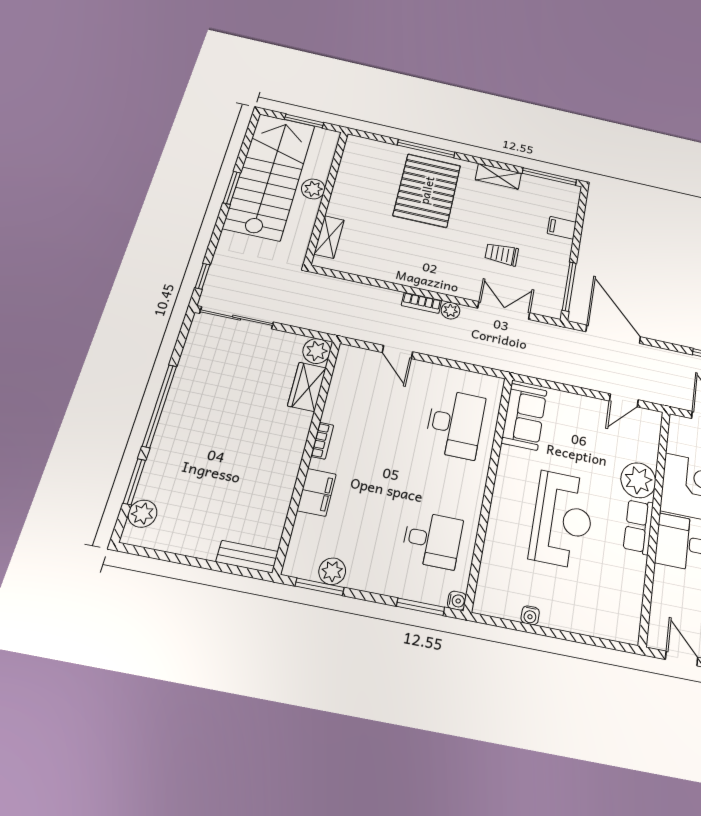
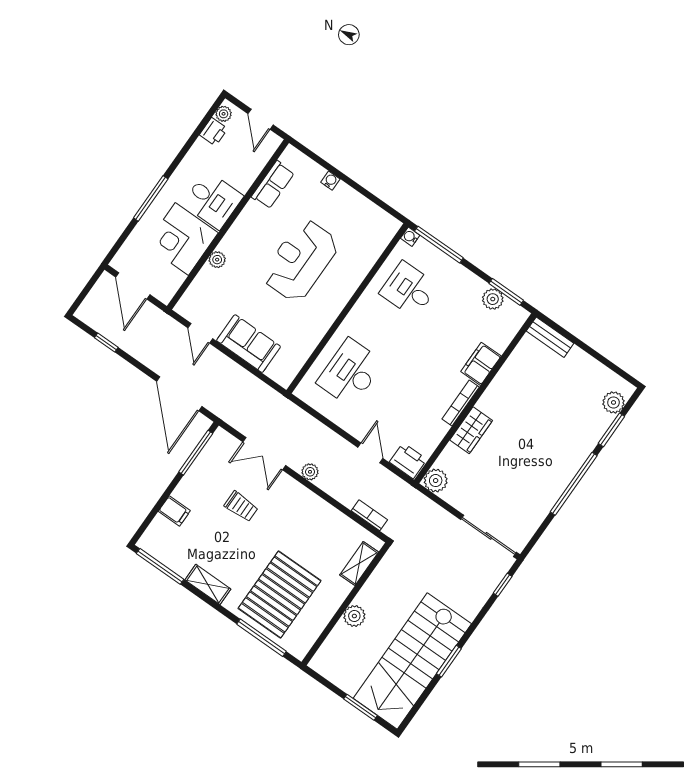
plant: (313, 189) -> (354, 616), moved
wall: (326, 197) -> (346, 604), moved
shelving: (329, 237) -> (359, 563), moved
bookcase: (421, 303) -> (369, 515), moved
printer: (354, 359) -> (408, 461), added
wardrobe: (307, 387) -> (471, 430), moved
door: (624, 400) -> (200, 333), swing flipped
sofa: (524, 417) -> (249, 344), moved, turned 90
bookcase: (322, 441) -> (461, 403), width x1.56
plant: (638, 480) -> (217, 260), width x0.53, depth x0.53
row of seats: (638, 526) -> (273, 185), moved
window: (421, 607) -> (439, 245), width x1.44
water cooler: (530, 615) -> (330, 181), moved

